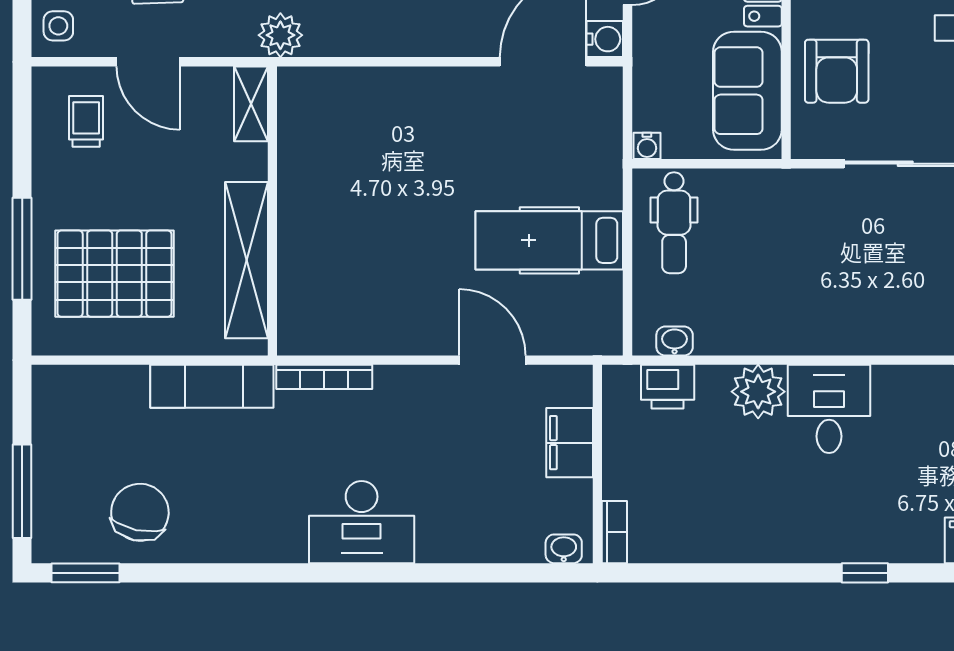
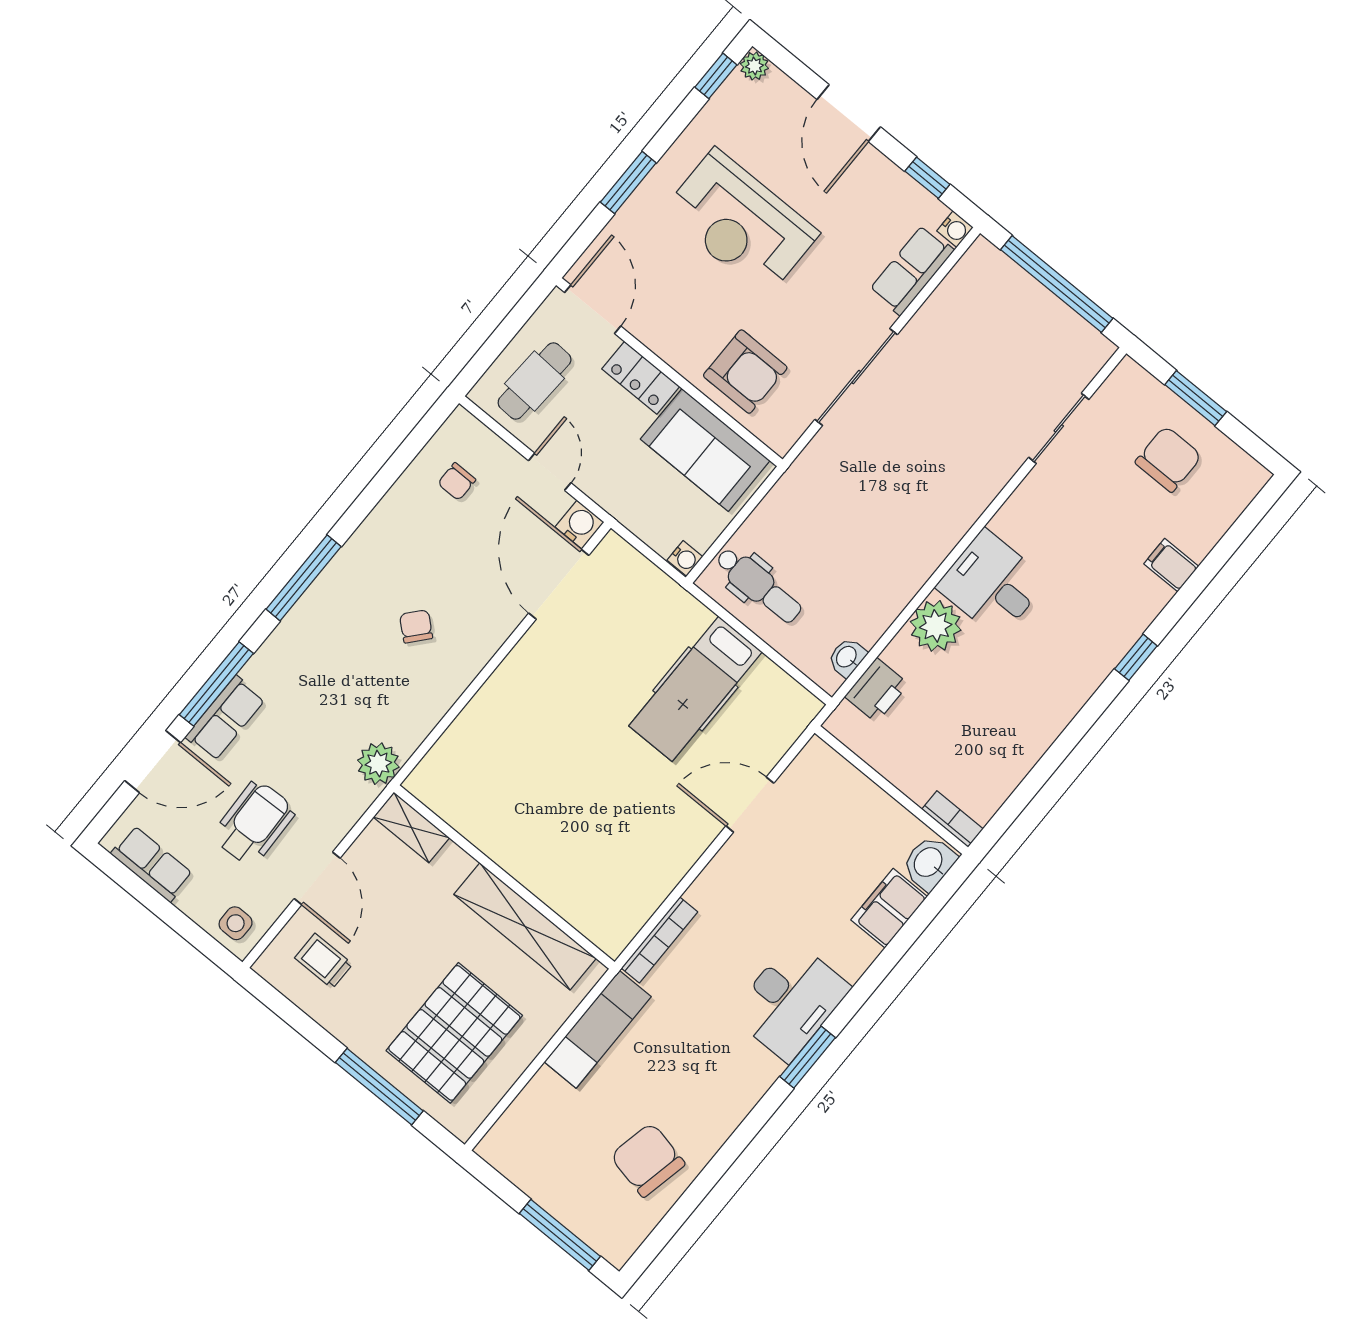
door: (148, 62) -> (317, 878), hinge flipped
filing cabinet: (570, 443) -> (889, 908), moved, turned 90
washbasin: (564, 549) -> (929, 863), width x1.38, depth x1.45
window: (85, 573) -> (808, 1057), moved

